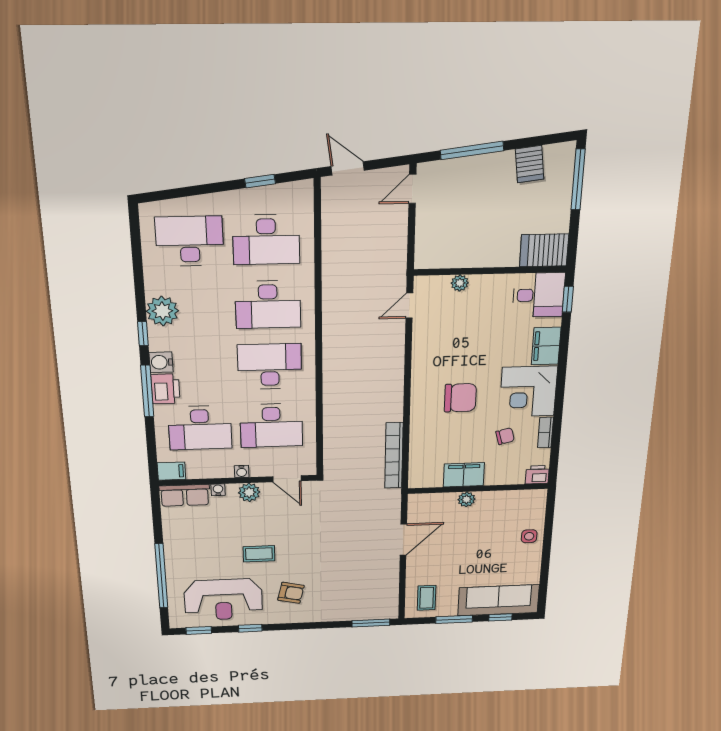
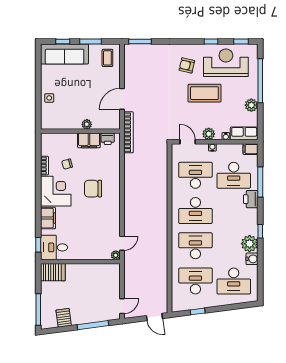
plant: (460, 283) -> (116, 255), moved
water cooler: (161, 362) -> (252, 259), moved
window: (147, 391) -> (260, 182), moved
desk: (200, 428) -> (234, 175), turned 180
bookcase: (394, 455) -> (128, 132), moved
printer: (537, 475) -> (108, 139), moved
plant: (175, 539) -> (251, 105), added
coffee table: (259, 554) -> (204, 93), width x1.86, depth x1.72

